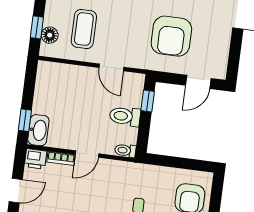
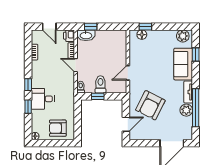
coffee table: (84, 29) -> (148, 54), removed
armchair: (171, 36) -> (150, 105), turned -63
door: (198, 82) -> (126, 124), swing flipped
window: (148, 101) -> (98, 96), moved

